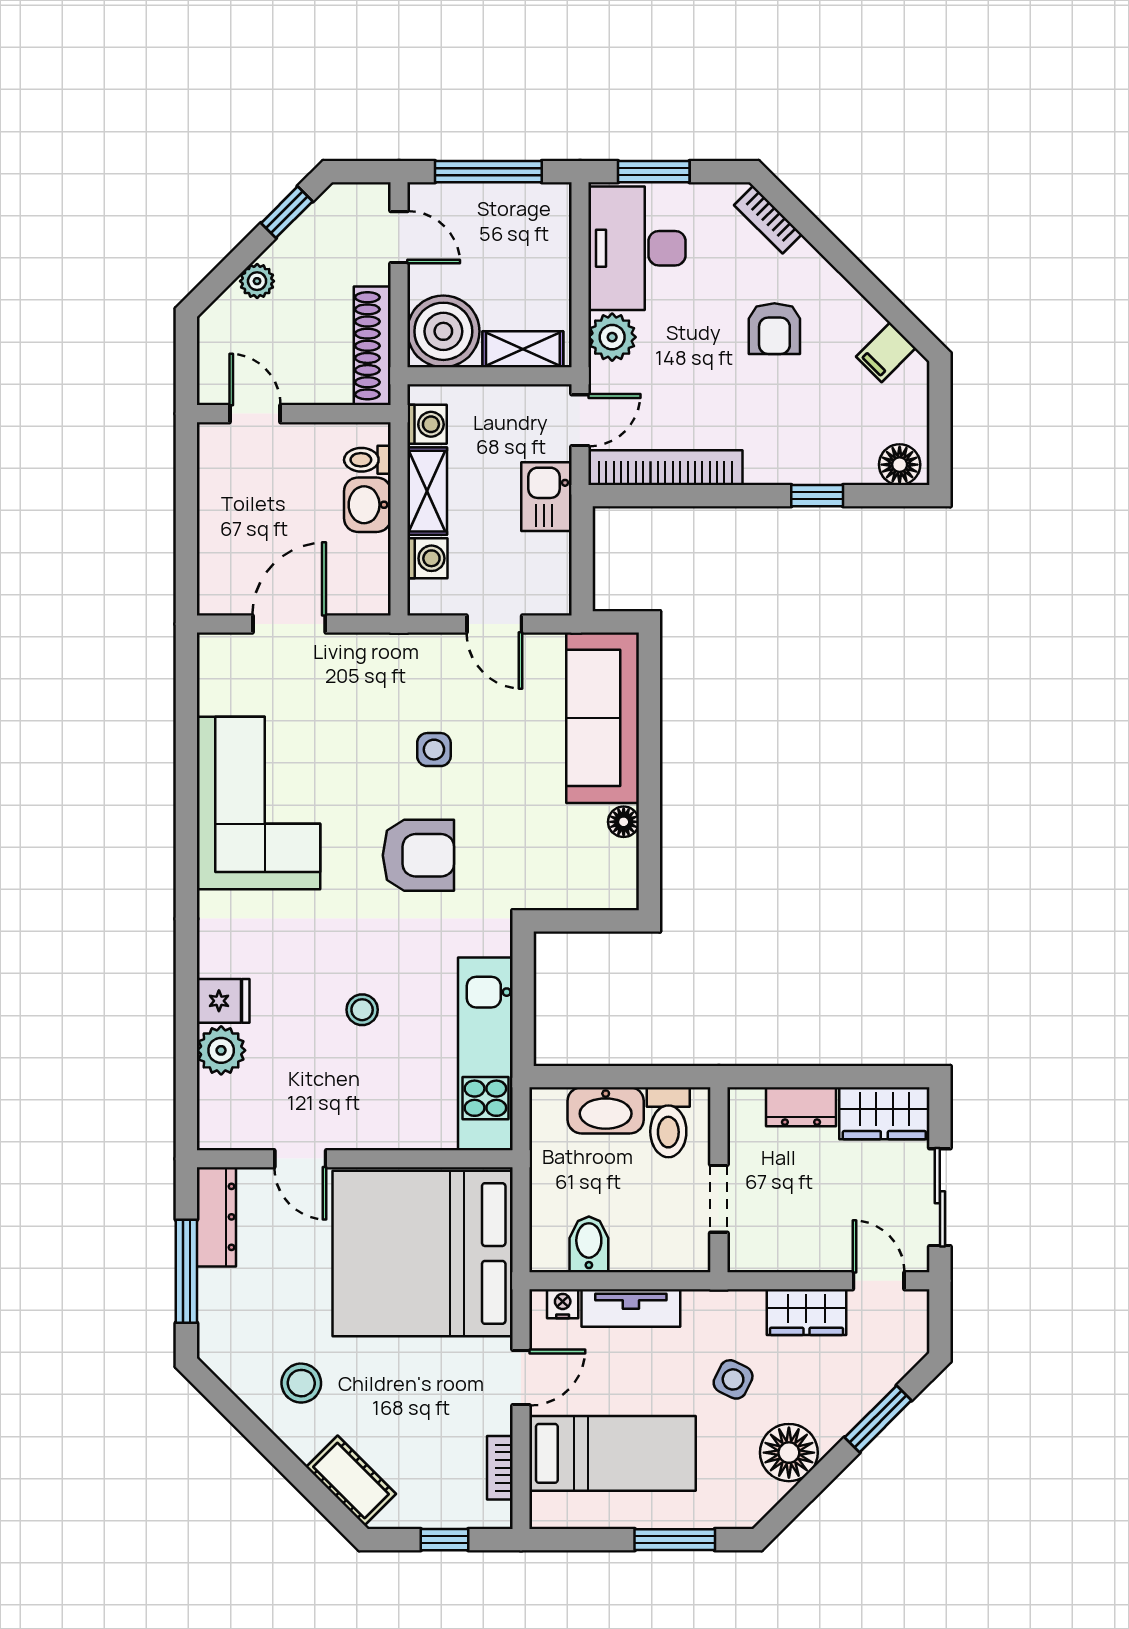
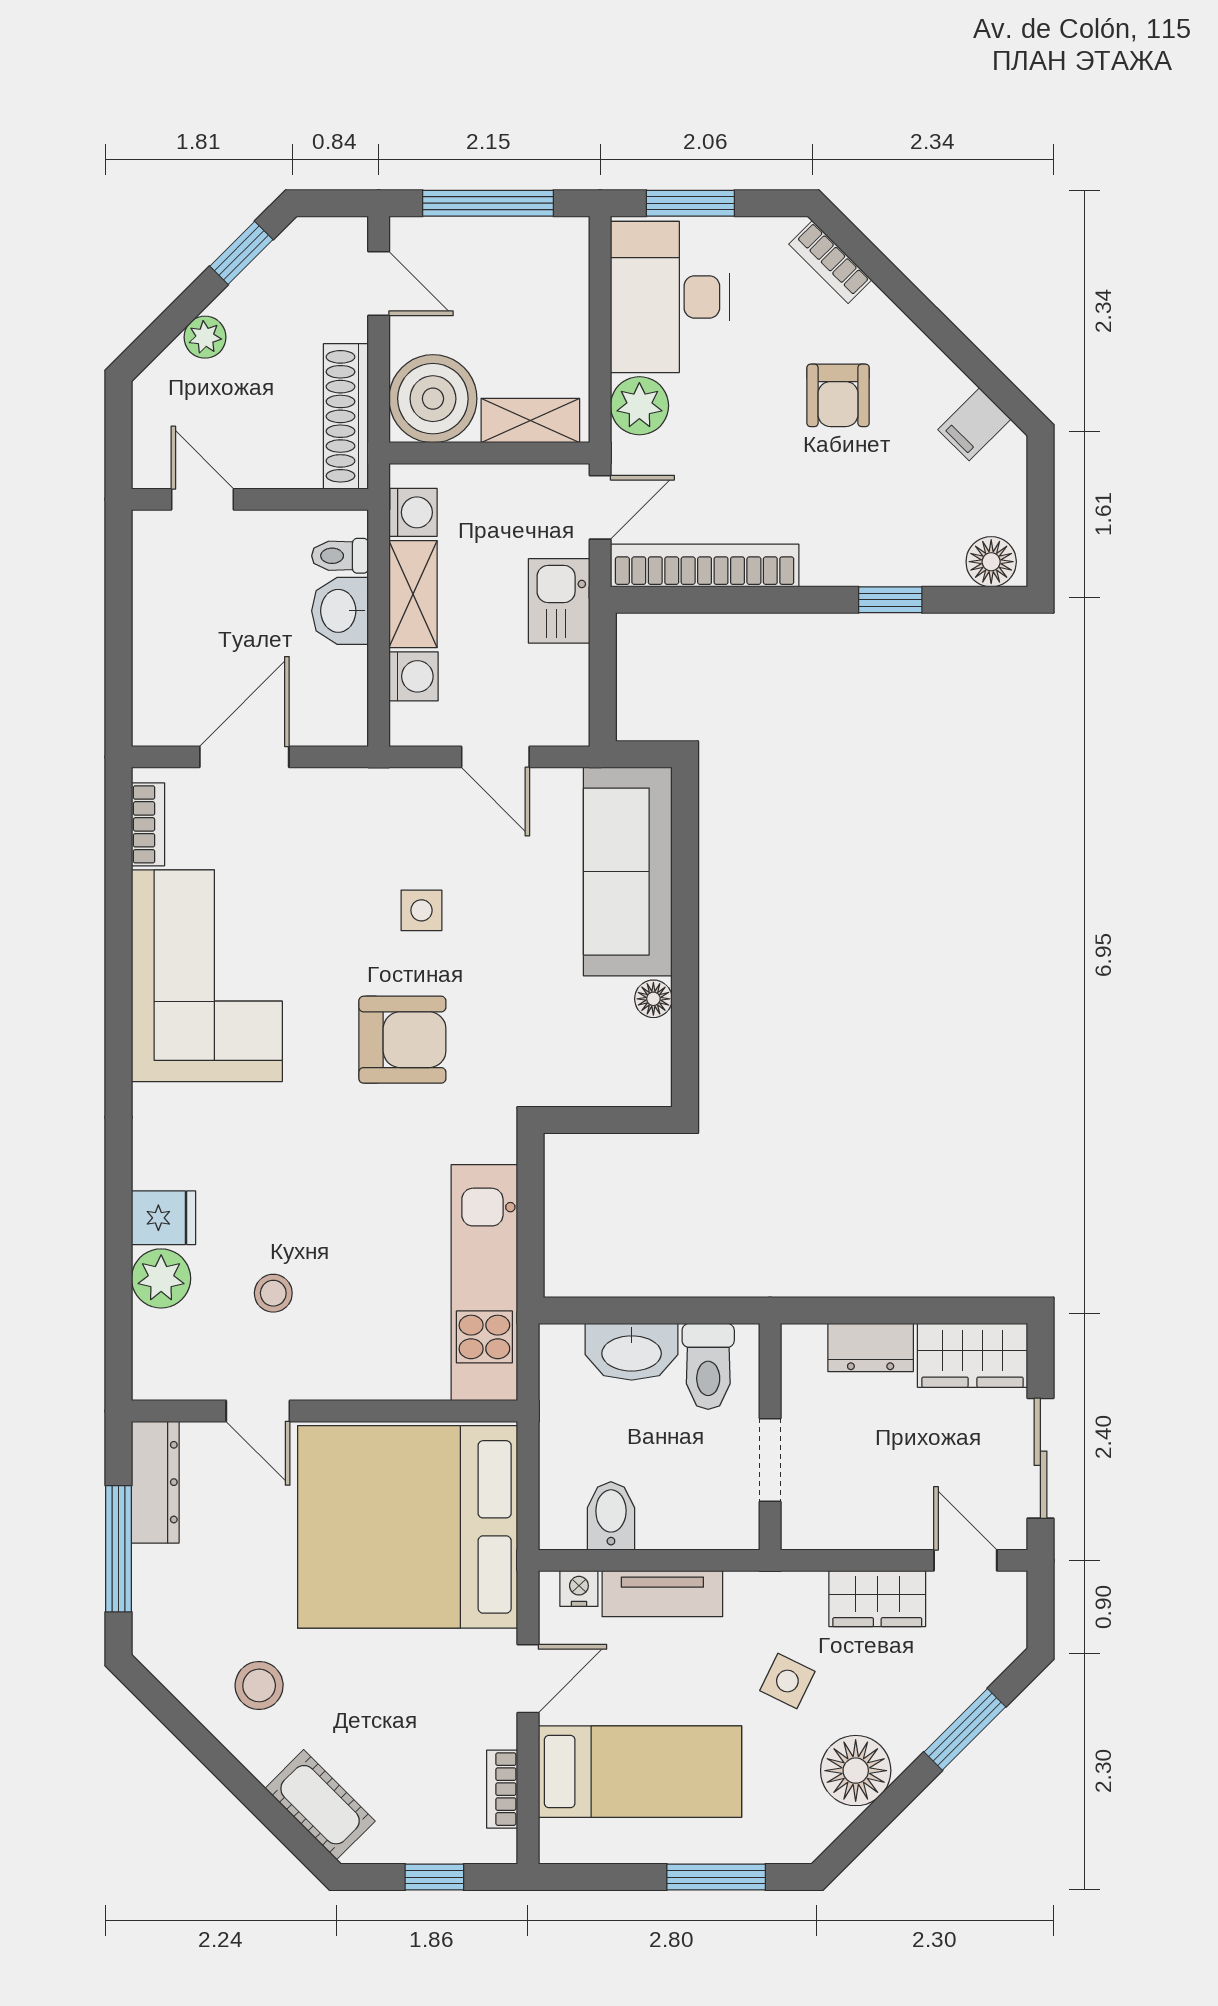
bookcase: (210, 679) -> (148, 824), added
stool: (362, 1010) -> (273, 1293), moved

